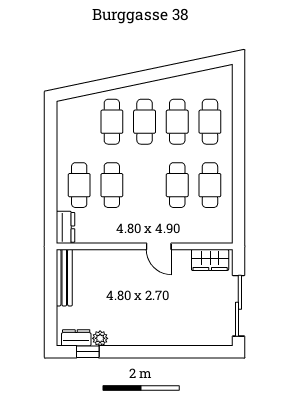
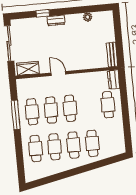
window: (238, 183) -> (16, 115), added
cafe table: (112, 185) -> (70, 108), moved
bench: (64, 278) -> (112, 55), width x0.73
dresser: (76, 338) -> (56, 20), moved
window: (88, 352) -> (43, 13), moved

